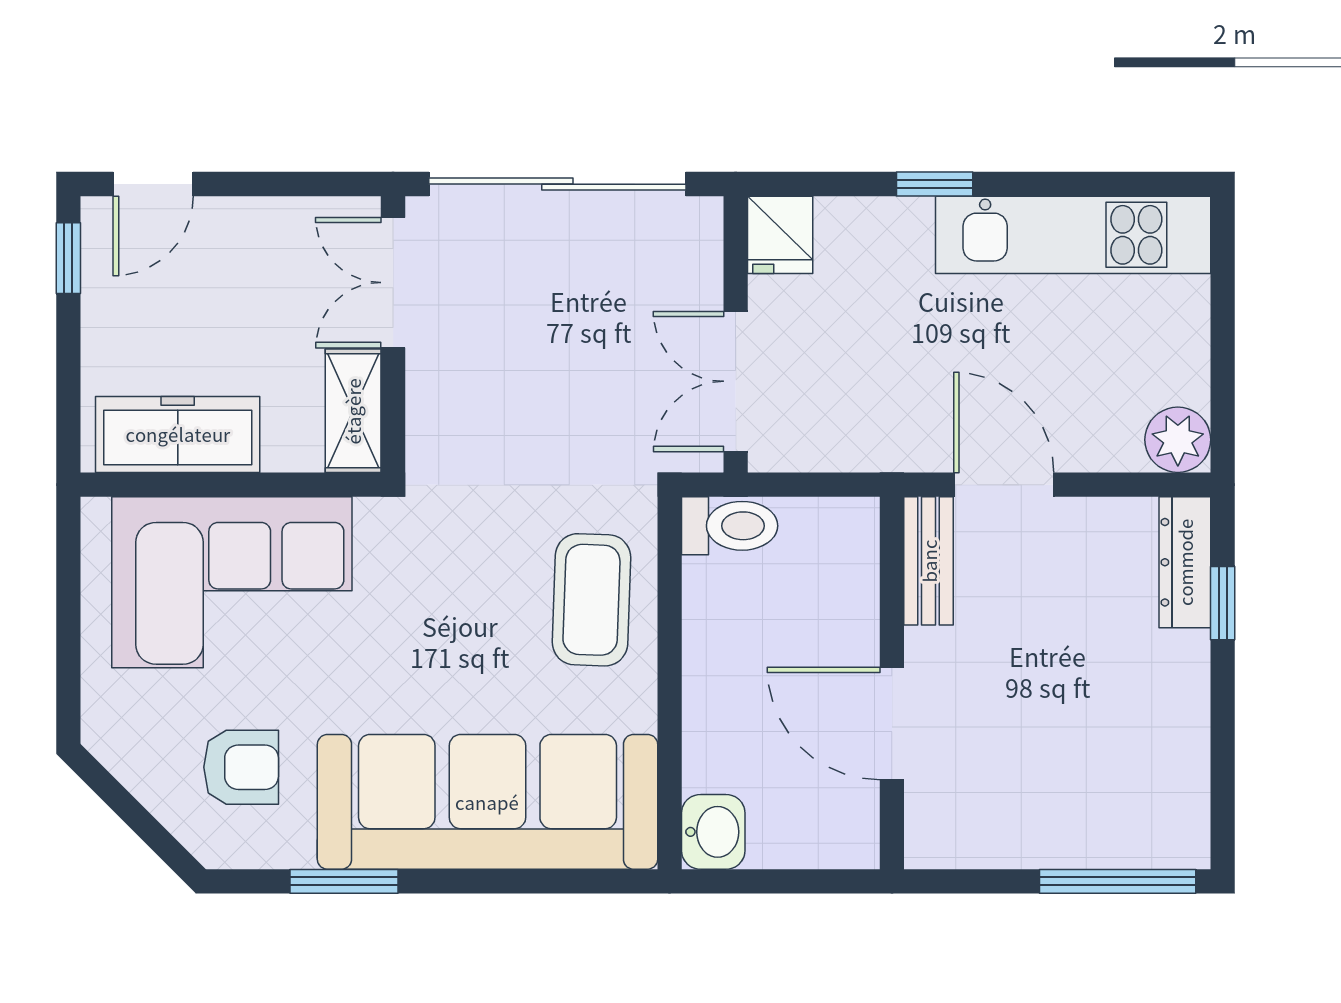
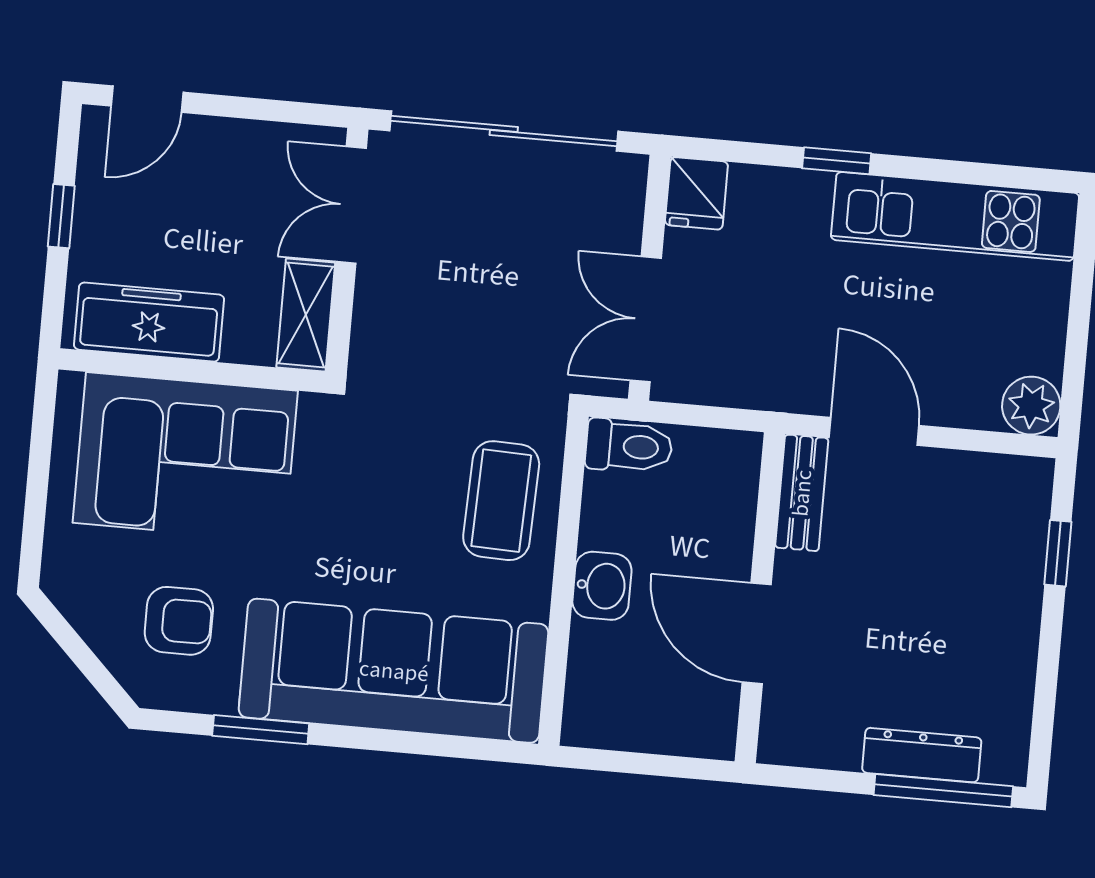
window: (68, 258) -> (61, 216), moved
dresser: (1185, 562) -> (922, 755), moved, turned 90
washbasin: (713, 832) -> (602, 586), moved

